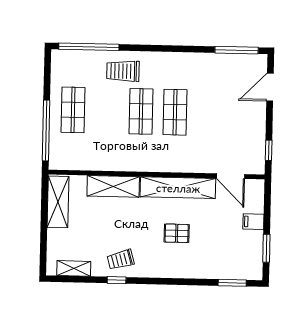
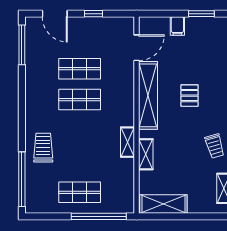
trolley: (123, 71) -> (43, 148), turned 180
shop shelf: (141, 111) -> (80, 69), moved
window: (269, 150) -> (93, 14), moved
shelving: (127, 164) -> (127, 142), added
shelving: (113, 186) -> (146, 154), width x0.67, depth x0.75

